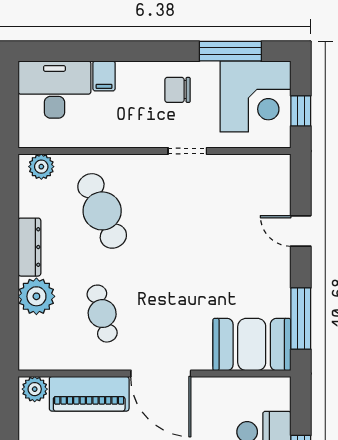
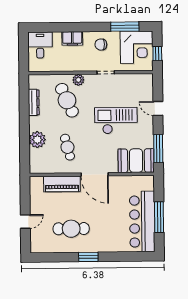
filing cabinet: (104, 76) -> (72, 38), width x2.00
desk: (54, 90) -> (40, 45), width x0.73
plant: (41, 167) -> (78, 80), moved
dresser: (29, 247) -> (34, 102), moved
checkout: (209, 256) -> (116, 121), added
plant: (35, 389) -> (37, 182), removed

